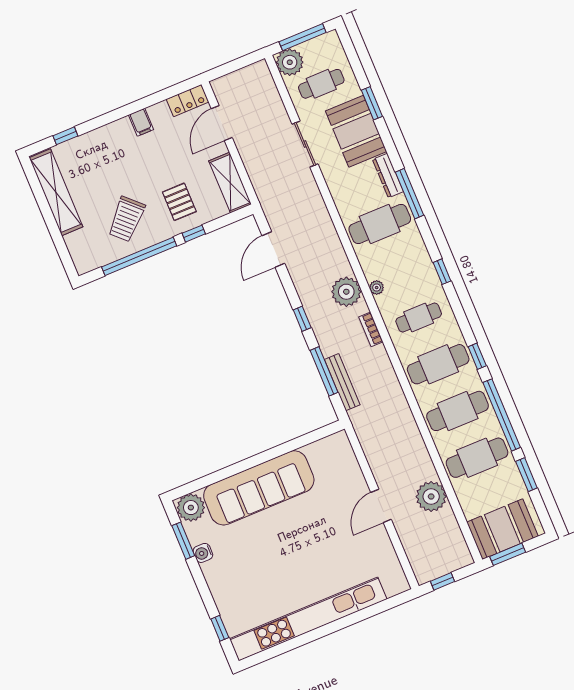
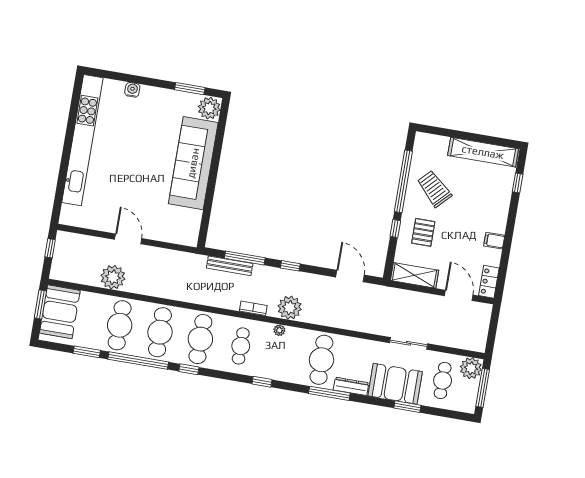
pallet: (179, 202) -> (423, 232), turned 90
water cooler: (203, 553) -> (132, 90), moved
window: (220, 628) -> (114, 76), removed

